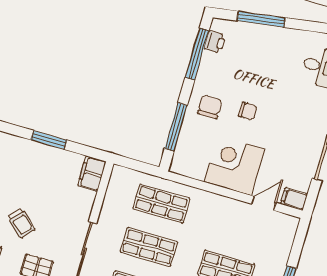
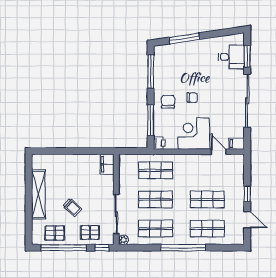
printer: (215, 42) -> (159, 143), moved
window: (49, 140) -> (74, 151), removed
door: (264, 203) -> (219, 152), hinge flipped

